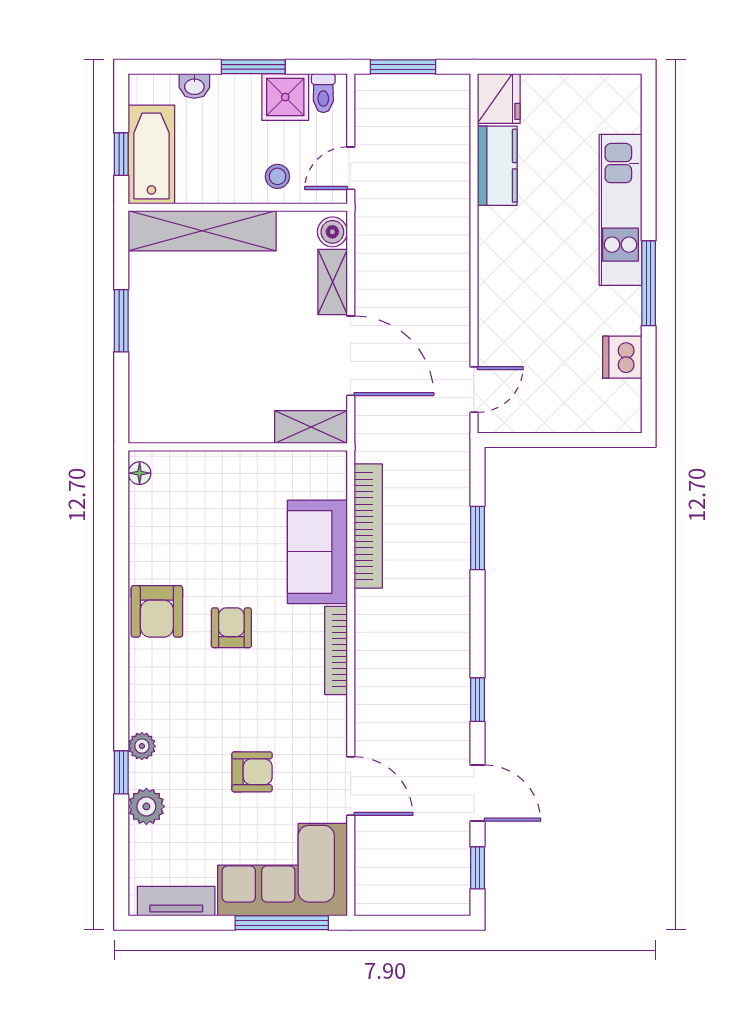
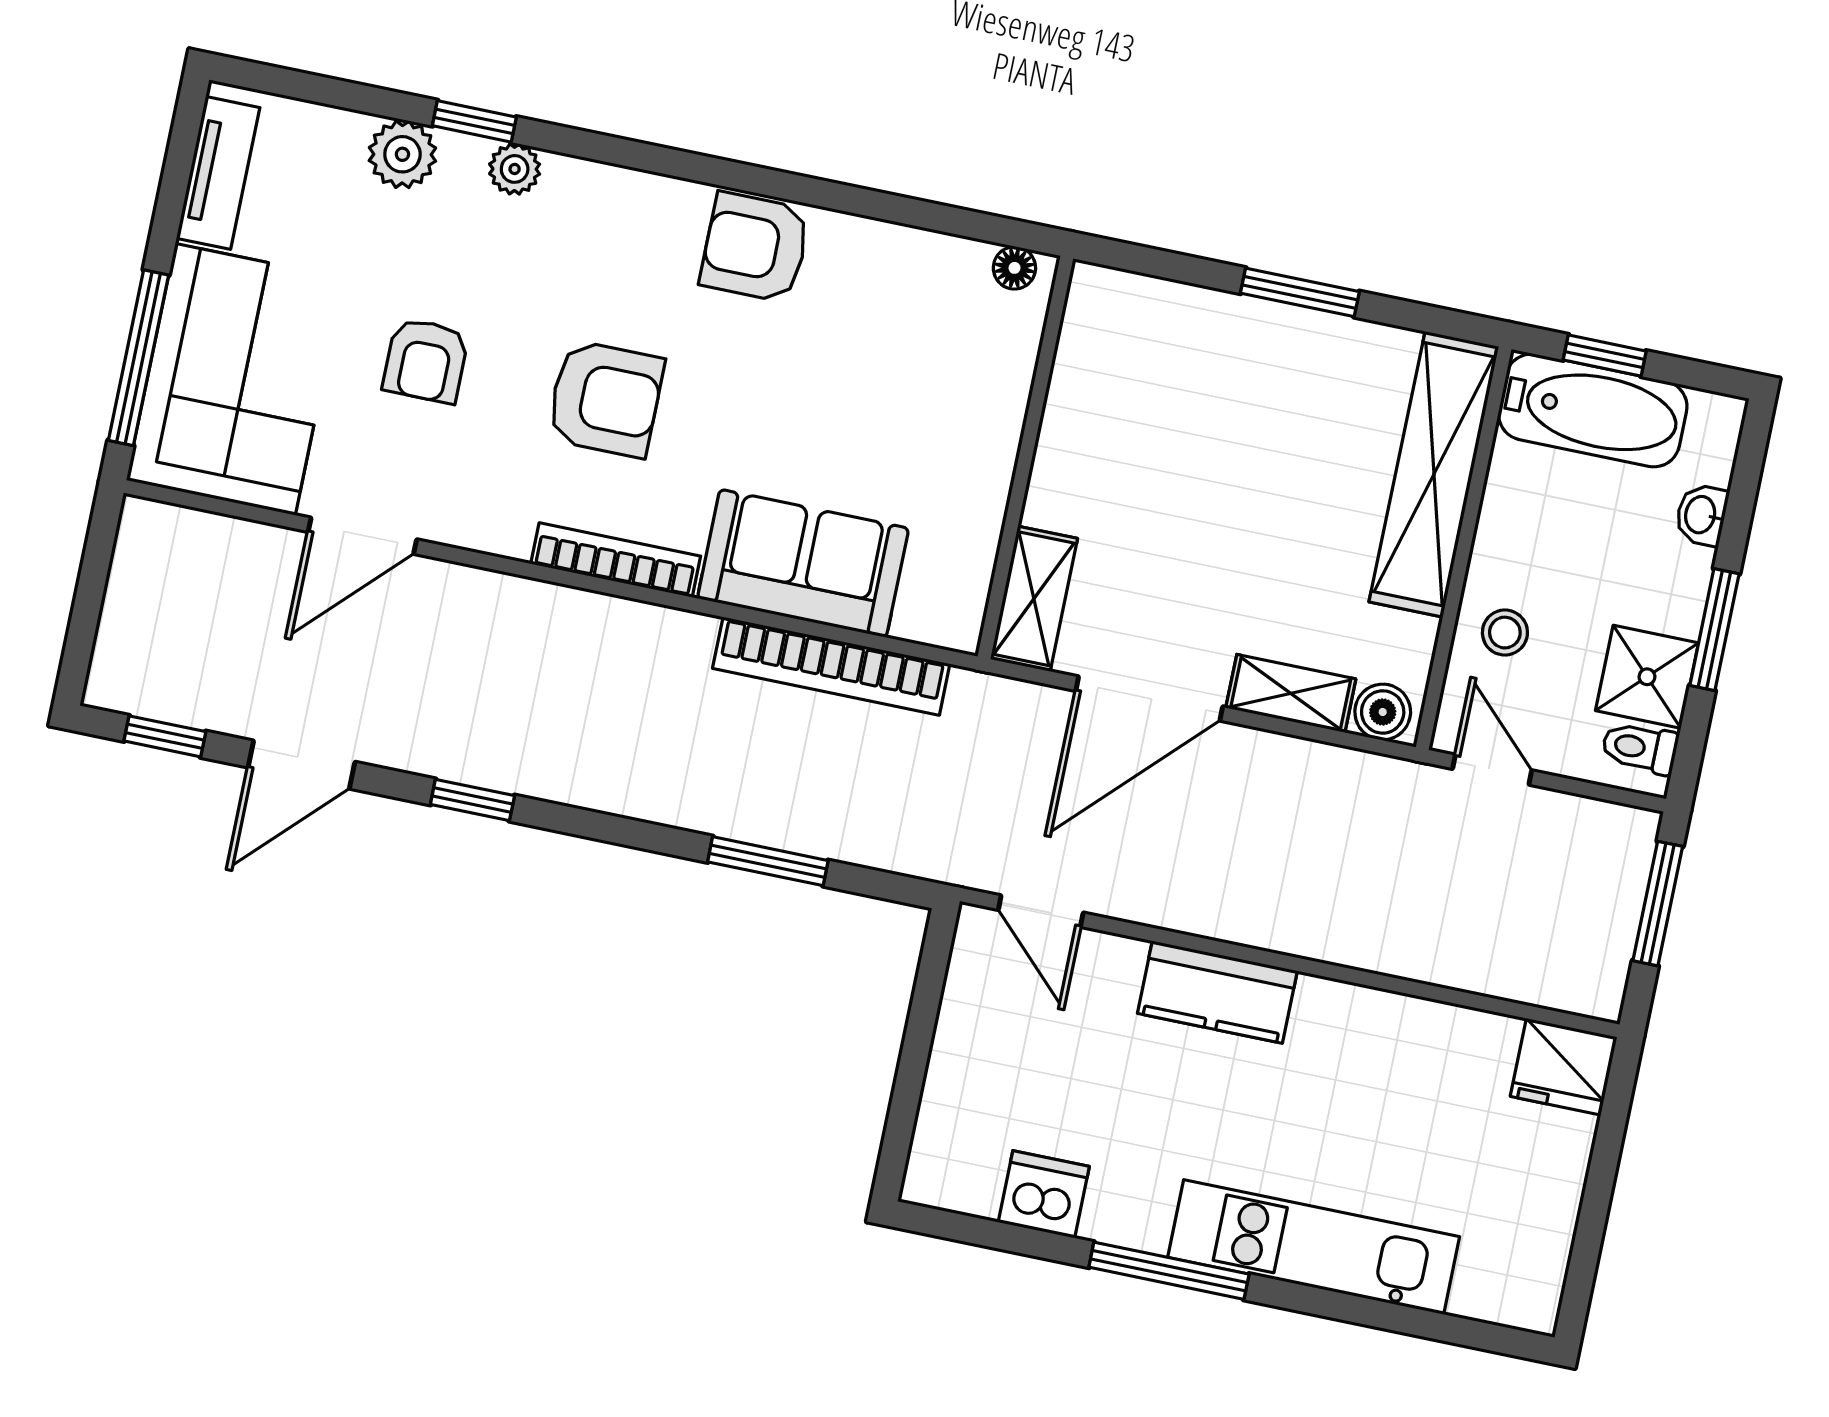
kitchen counter: (497, 166) -> (1217, 992), moved
armchair: (231, 628) -> (605, 399), moved, width x1.38, depth x1.38

